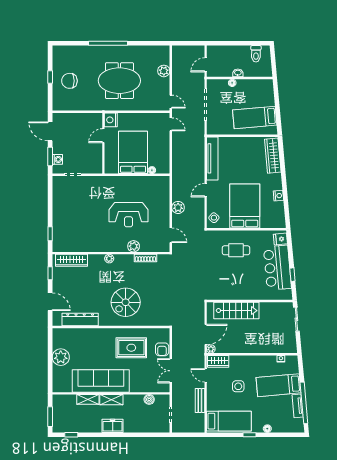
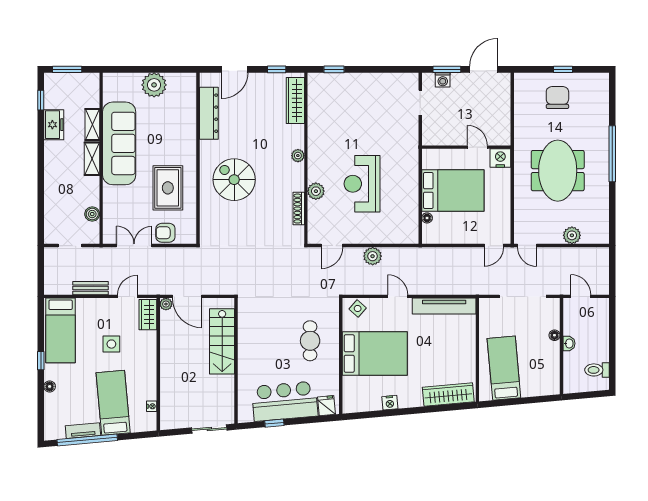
door: (171, 102) -> (527, 246), hinge flipped
freezer: (113, 426) -> (54, 125), moved

